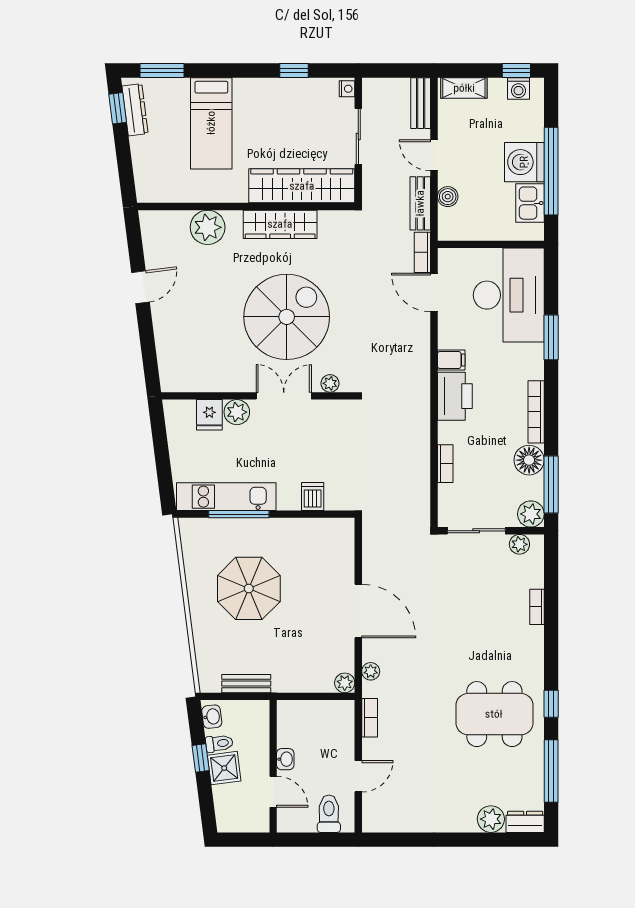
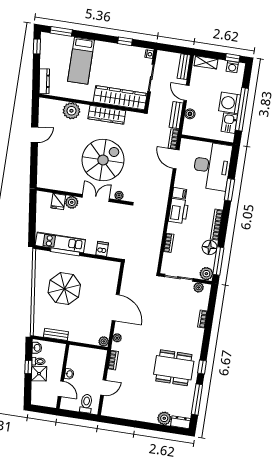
dresser: (135, 110) -> (44, 81), moved

